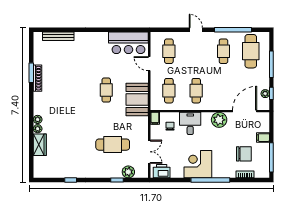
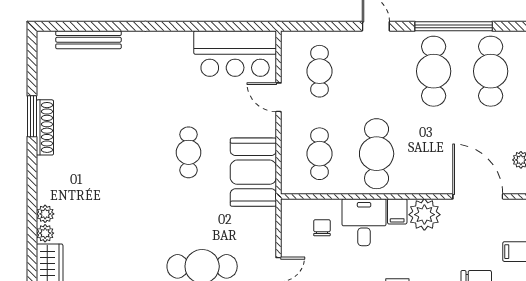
cafe table: (223, 51) -> (434, 71), width x1.37, depth x1.35
cafe table: (196, 91) -> (377, 154), width x1.37, depth x1.35
door: (245, 111) -> (478, 196), hinge flipped
filing cabinet: (155, 118) -> (397, 211), moved

